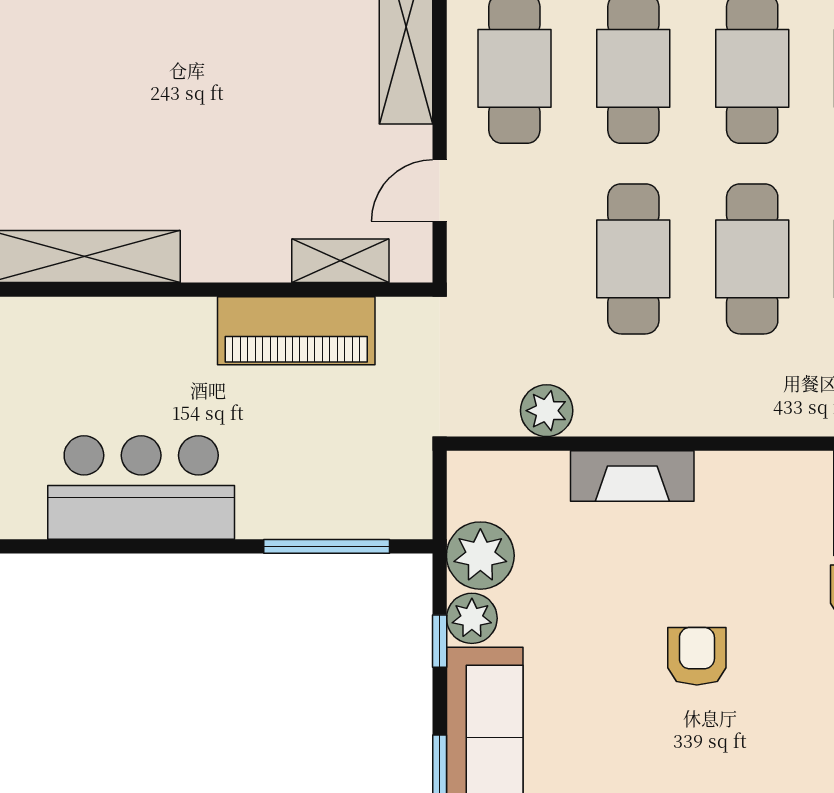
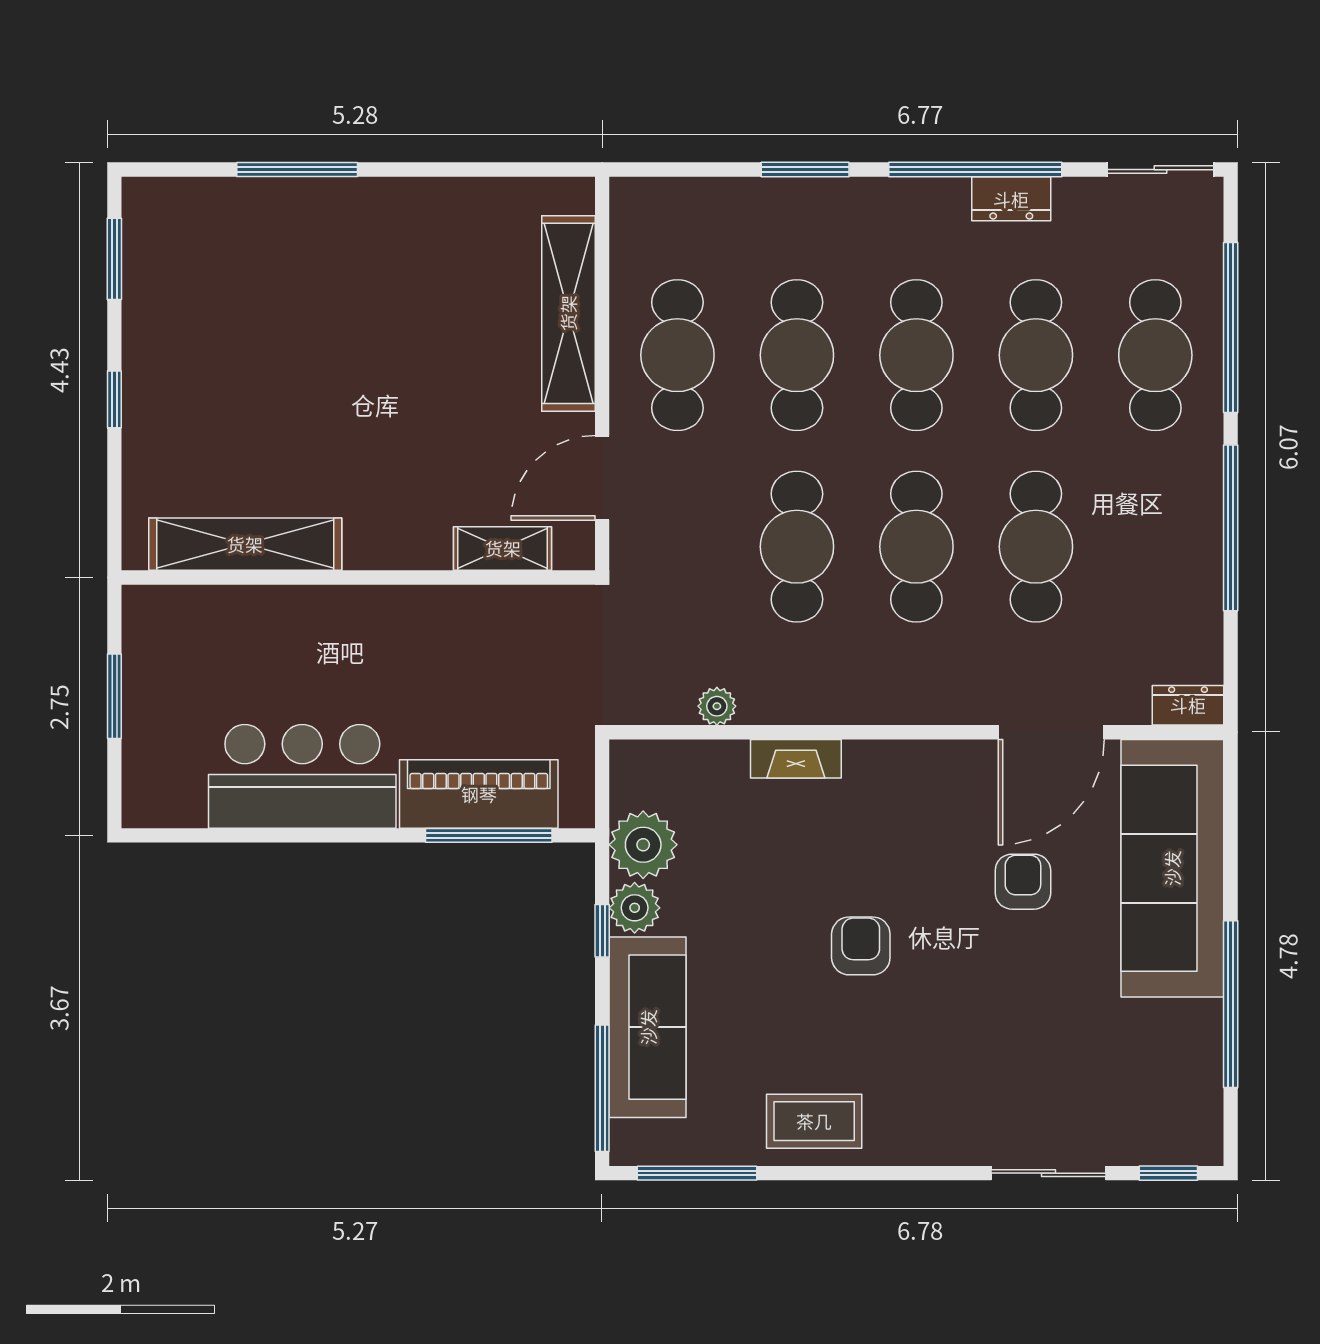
door: (440, 190) -> (602, 478), width x1.38
piano: (296, 331) -> (479, 794), moved, turned 180
plant: (547, 411) -> (717, 706), width x0.73, depth x0.73
fireplace: (632, 476) -> (796, 759), width x0.73, depth x0.76

